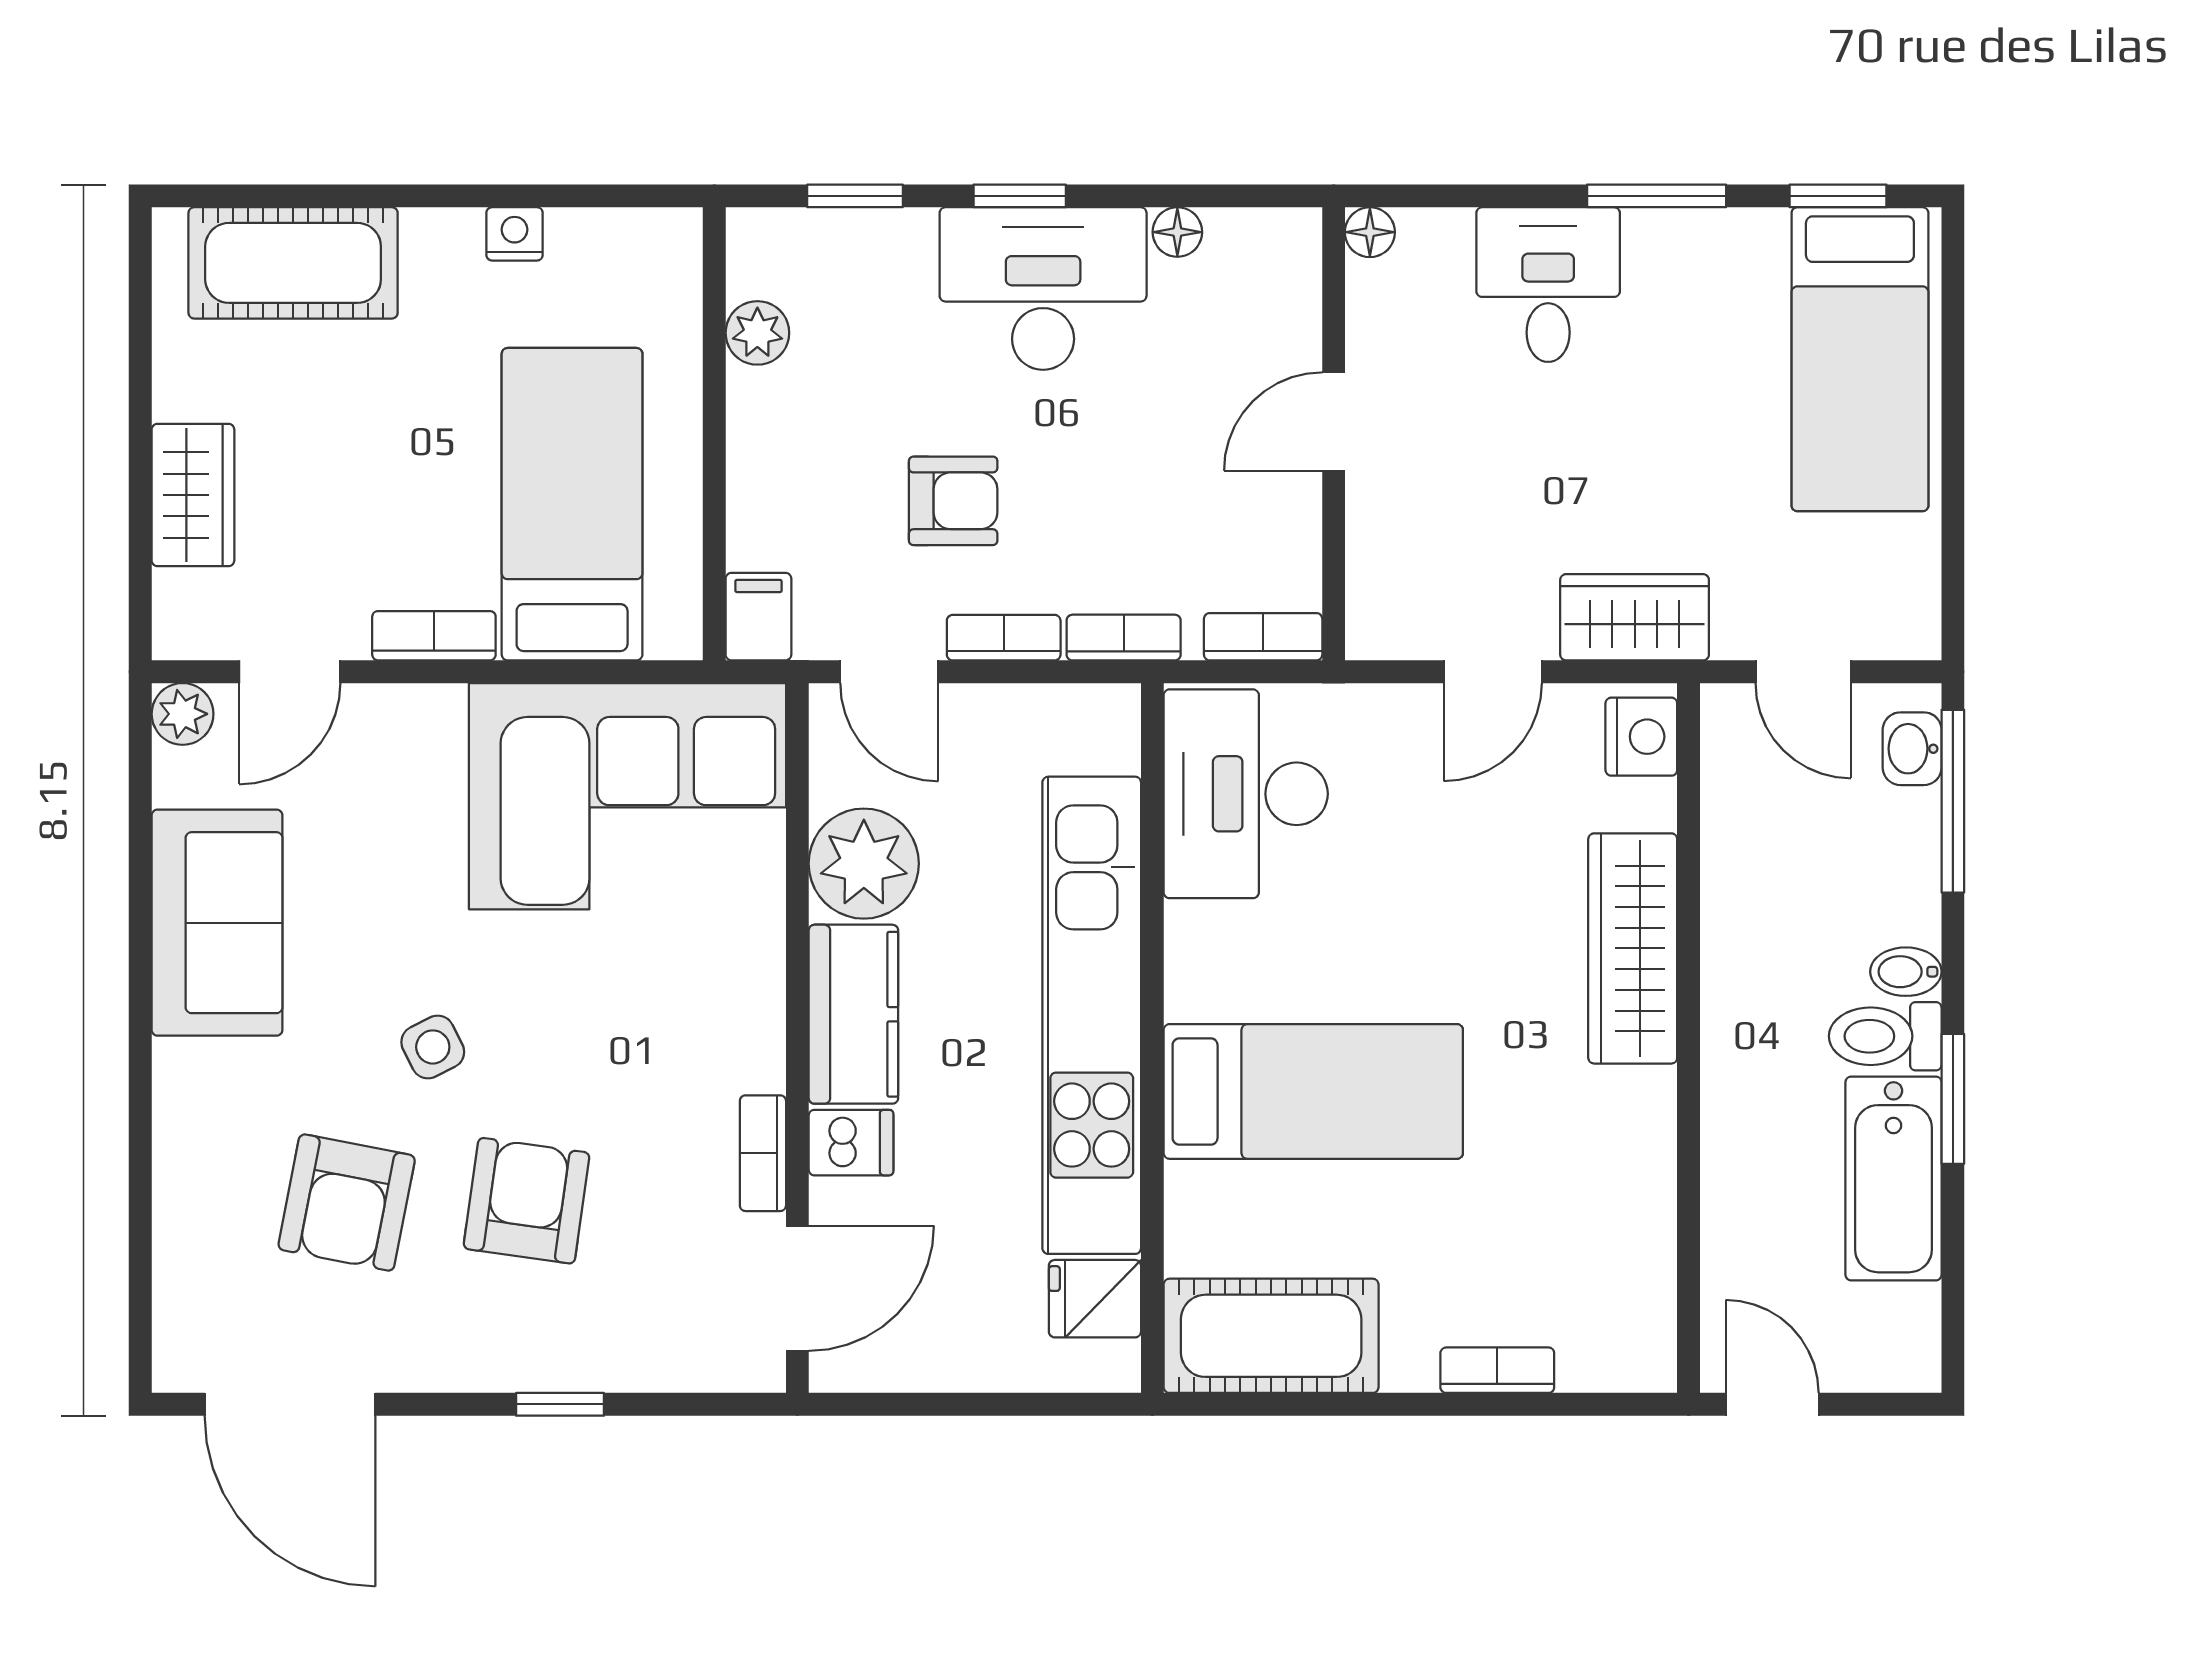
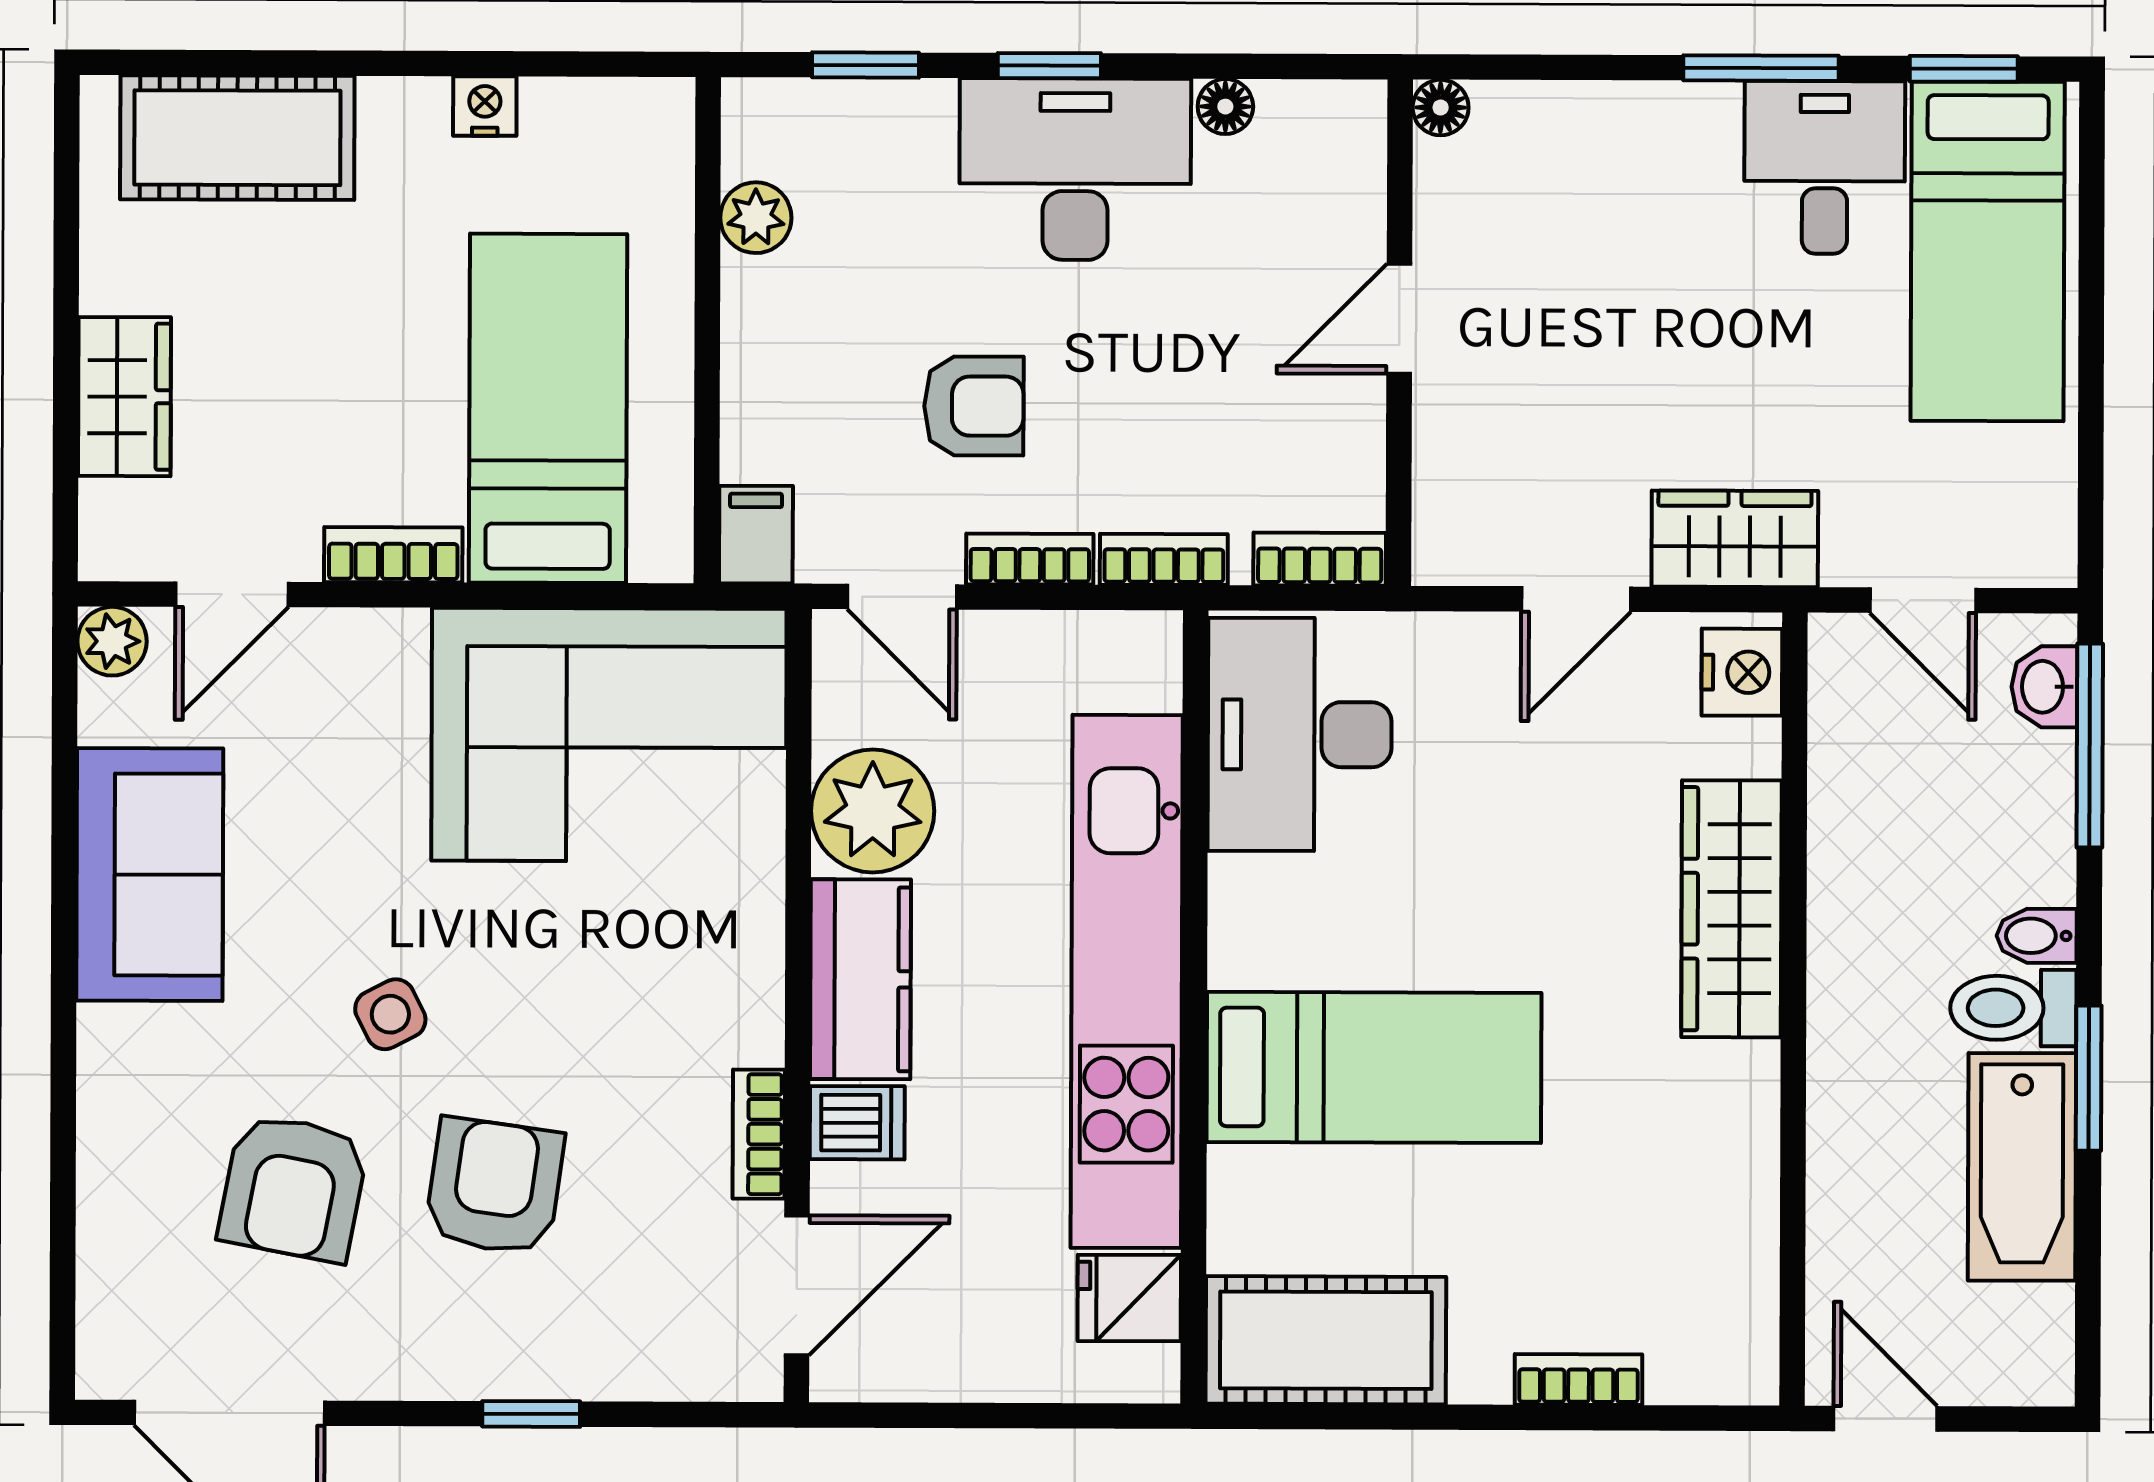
desk: (1548, 285) -> (1825, 167), moved

